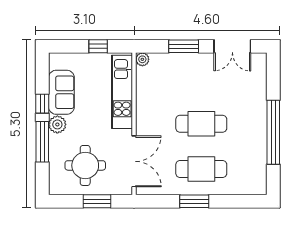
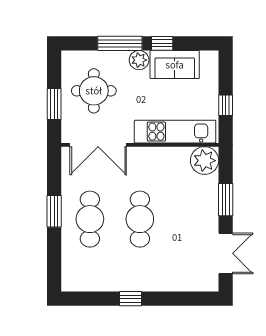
double door: (232, 46) -> (226, 253), swing flipped
plant: (142, 59) -> (205, 161), width x1.87, depth x1.87
window: (273, 132) -> (131, 299), width x0.32

